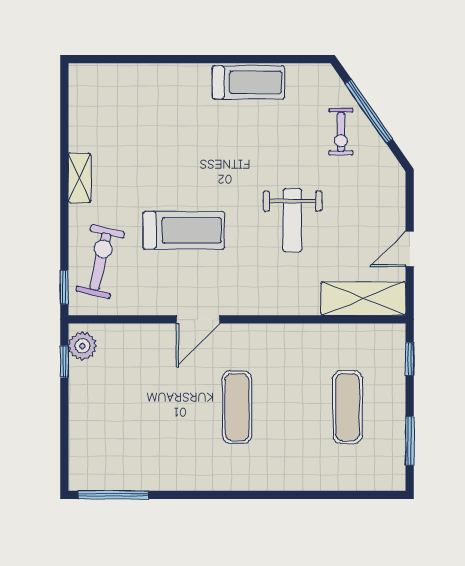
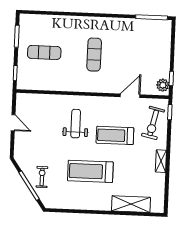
treadmill: (248, 82) -> (90, 171), moved, width x1.37, depth x1.38
weight bench: (292, 220) -> (76, 124), moved
door: (410, 249) -> (13, 123), hinge flipped
shelving: (363, 299) -> (131, 204), moved
door: (198, 319) -> (130, 96), moved
exercise mat: (347, 407) -> (44, 52), turned 90

